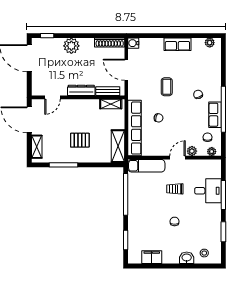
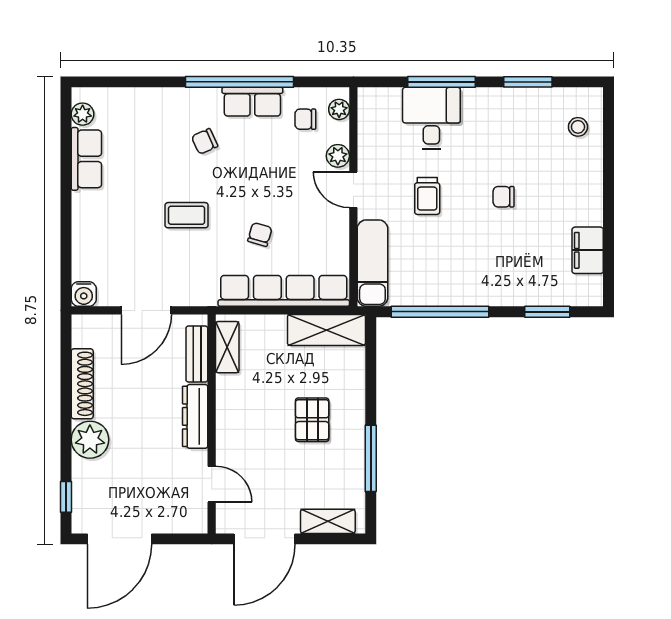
shoe rack: (110, 42) -> (82, 384), moved
row of seats: (177, 44) -> (86, 159), moved
washbasin: (187, 258) -> (589, 168), removed

